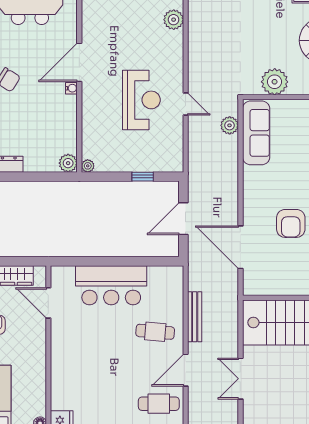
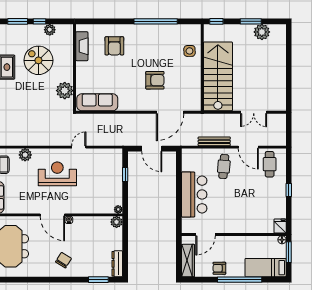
reception desk: (141, 100) -> (57, 174), moved
plant: (230, 125) -> (92, 119), removed

